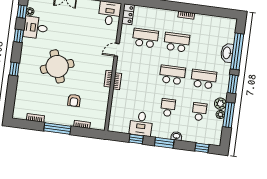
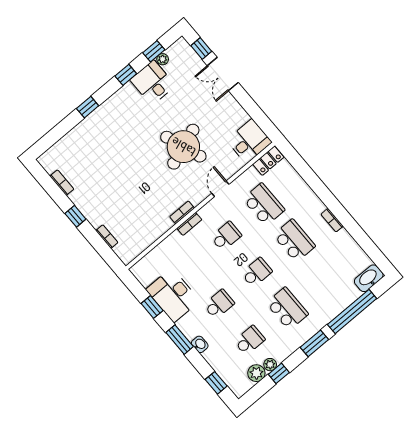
door: (117, 50) -> (220, 189), hinge flipped
washbasin: (227, 53) -> (369, 278), moved
round table: (57, 66) -> (183, 147), moved
school desk: (141, 71) -> (226, 236), added
school desk: (172, 75) -> (257, 272), width x0.54
armchair: (74, 100) -> (122, 202), removed
plant: (220, 104) -> (256, 373), moved
window: (229, 115) -> (279, 373), width x0.46
desk: (141, 124) -> (173, 295), width x1.37
window: (57, 129) -> (75, 216), width x0.46

